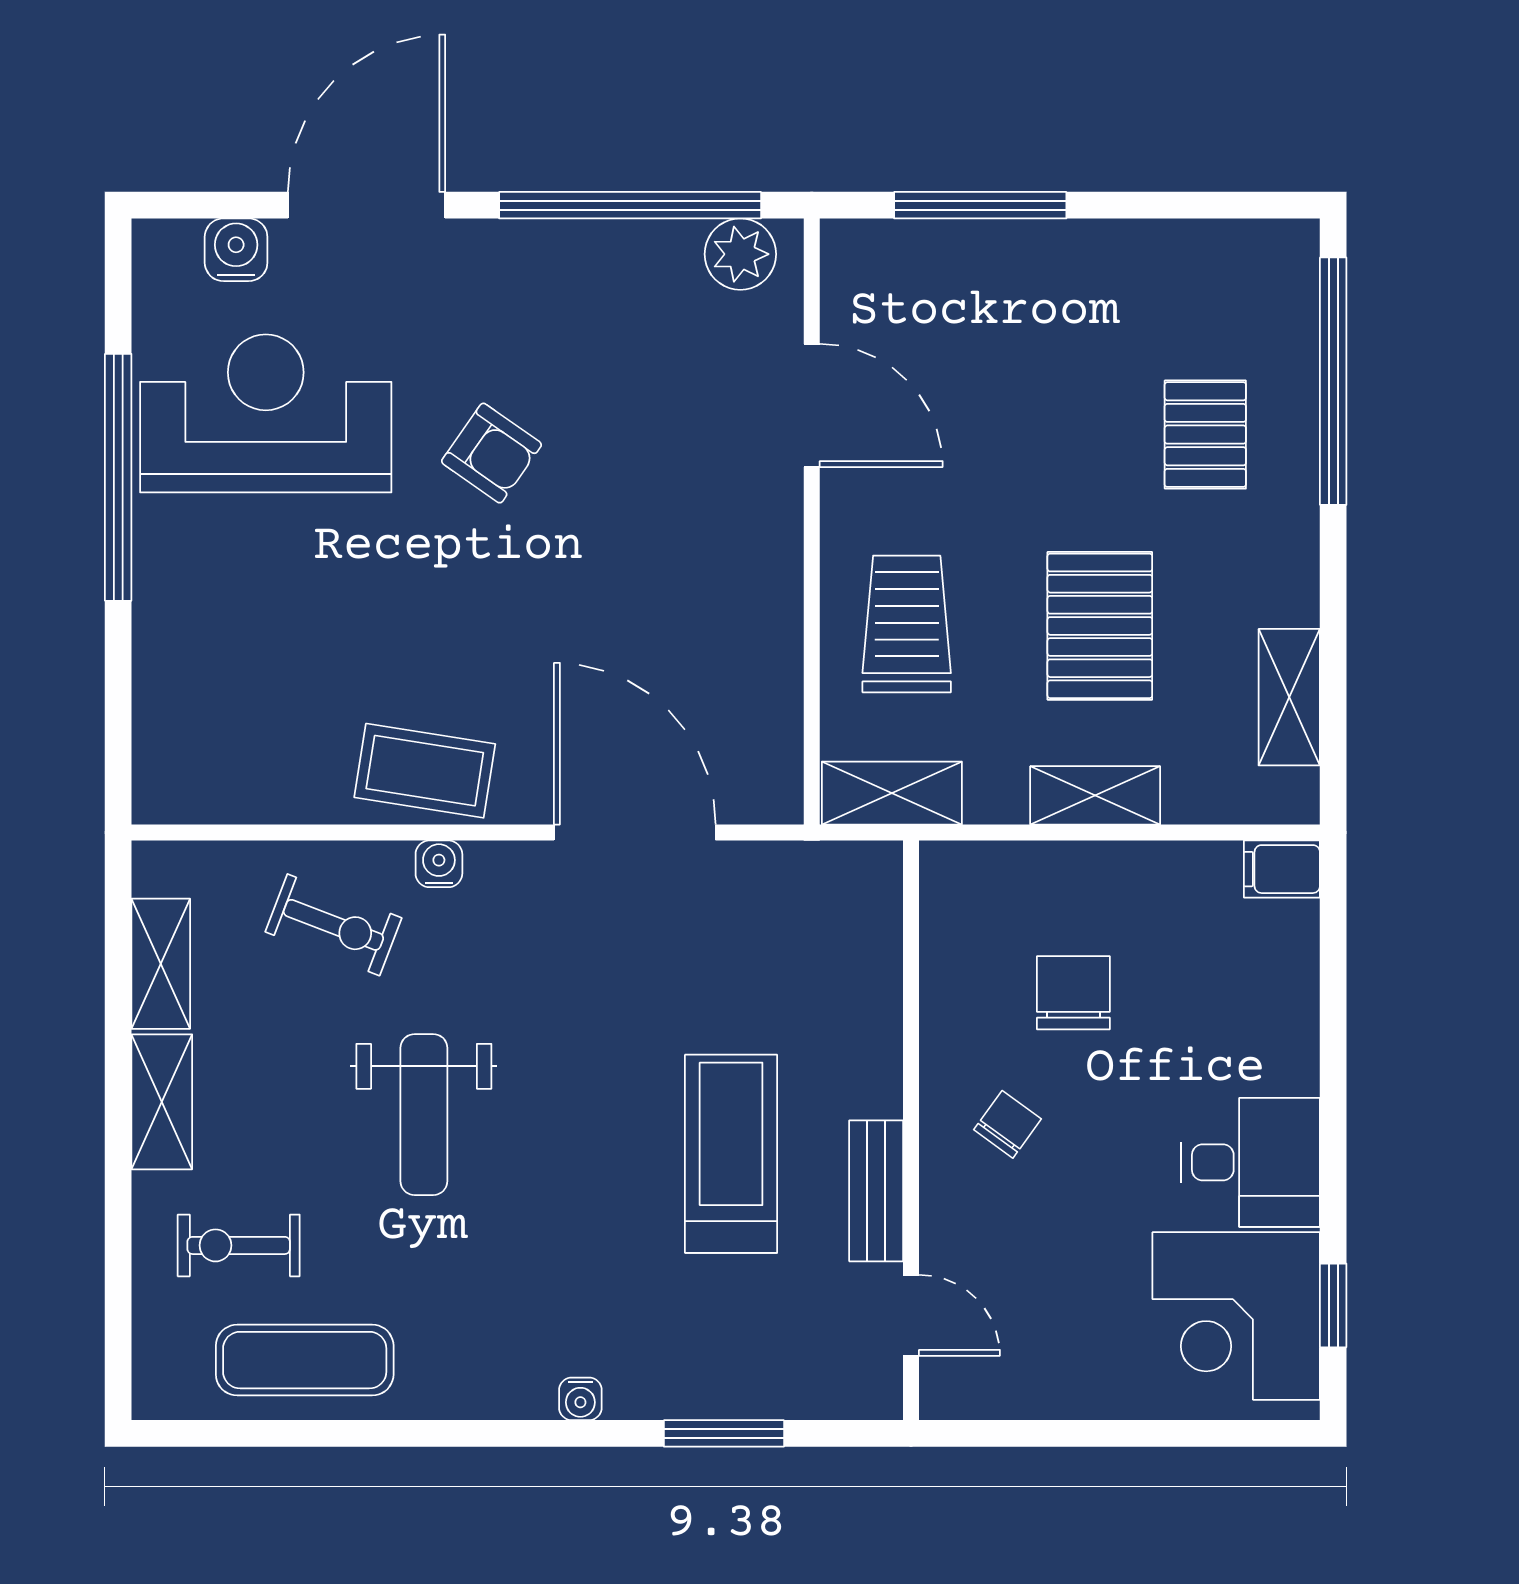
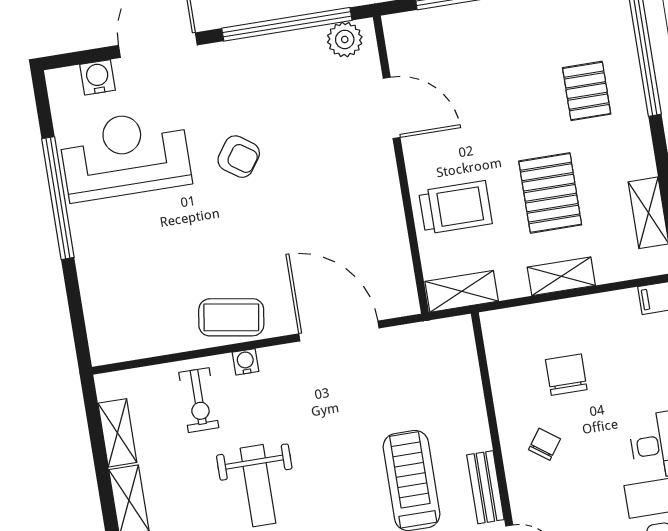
trolley: (907, 624) -> (455, 207), turned 90
exercise bike: (333, 925) -> (199, 400), turned 69

